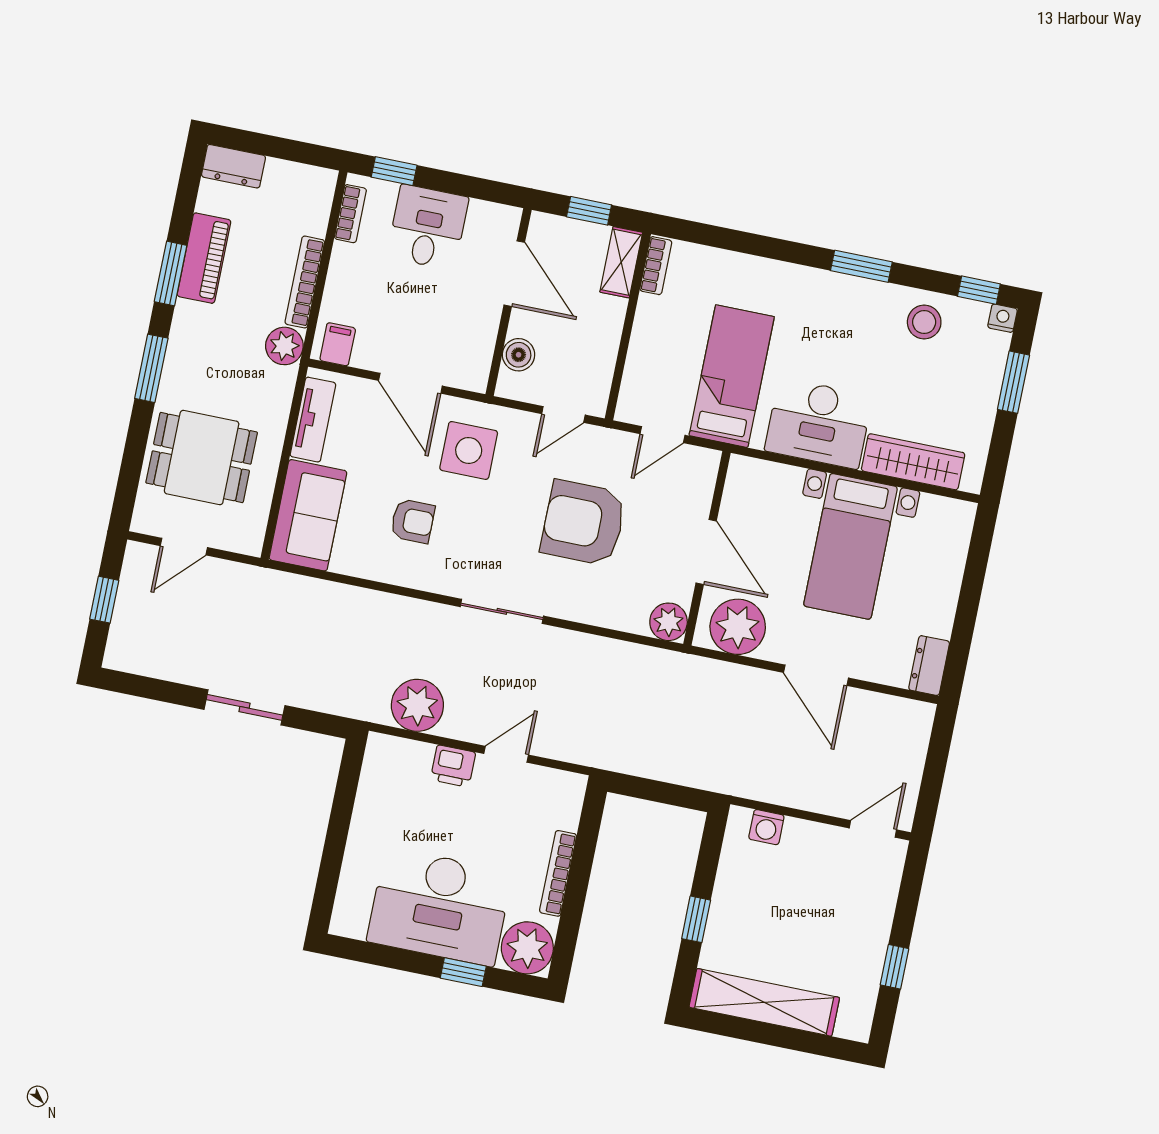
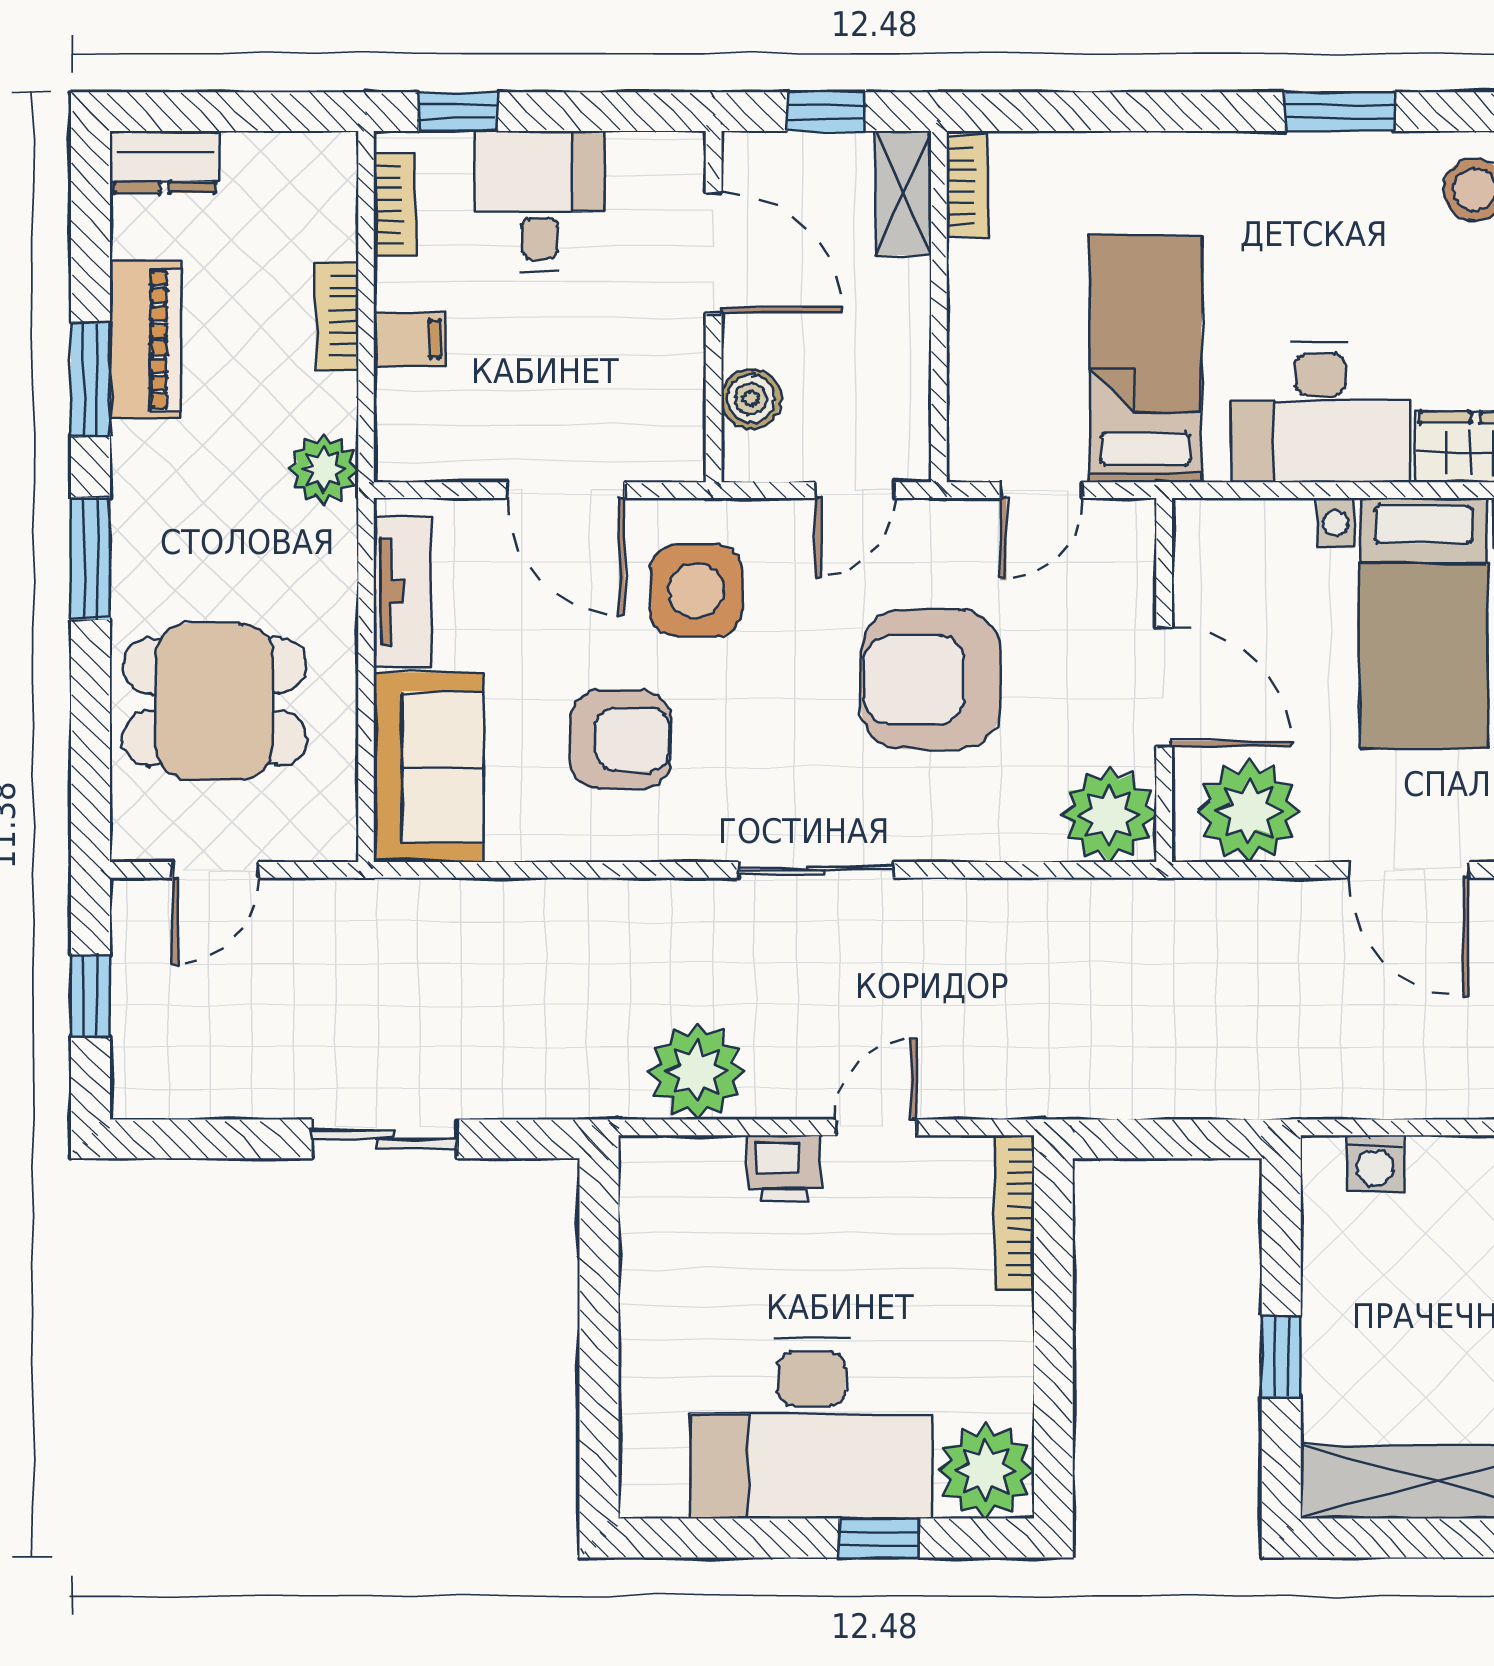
bookcase: (305, 282) -> (337, 316), width x0.64
filing cabinet: (338, 344) -> (410, 339), moved, turned 90
armchair: (413, 521) -> (621, 739), width x1.38, depth x1.38
plant: (669, 622) -> (1109, 815), width x1.36, depth x1.36
bookcase: (558, 873) -> (1014, 1213), moved

